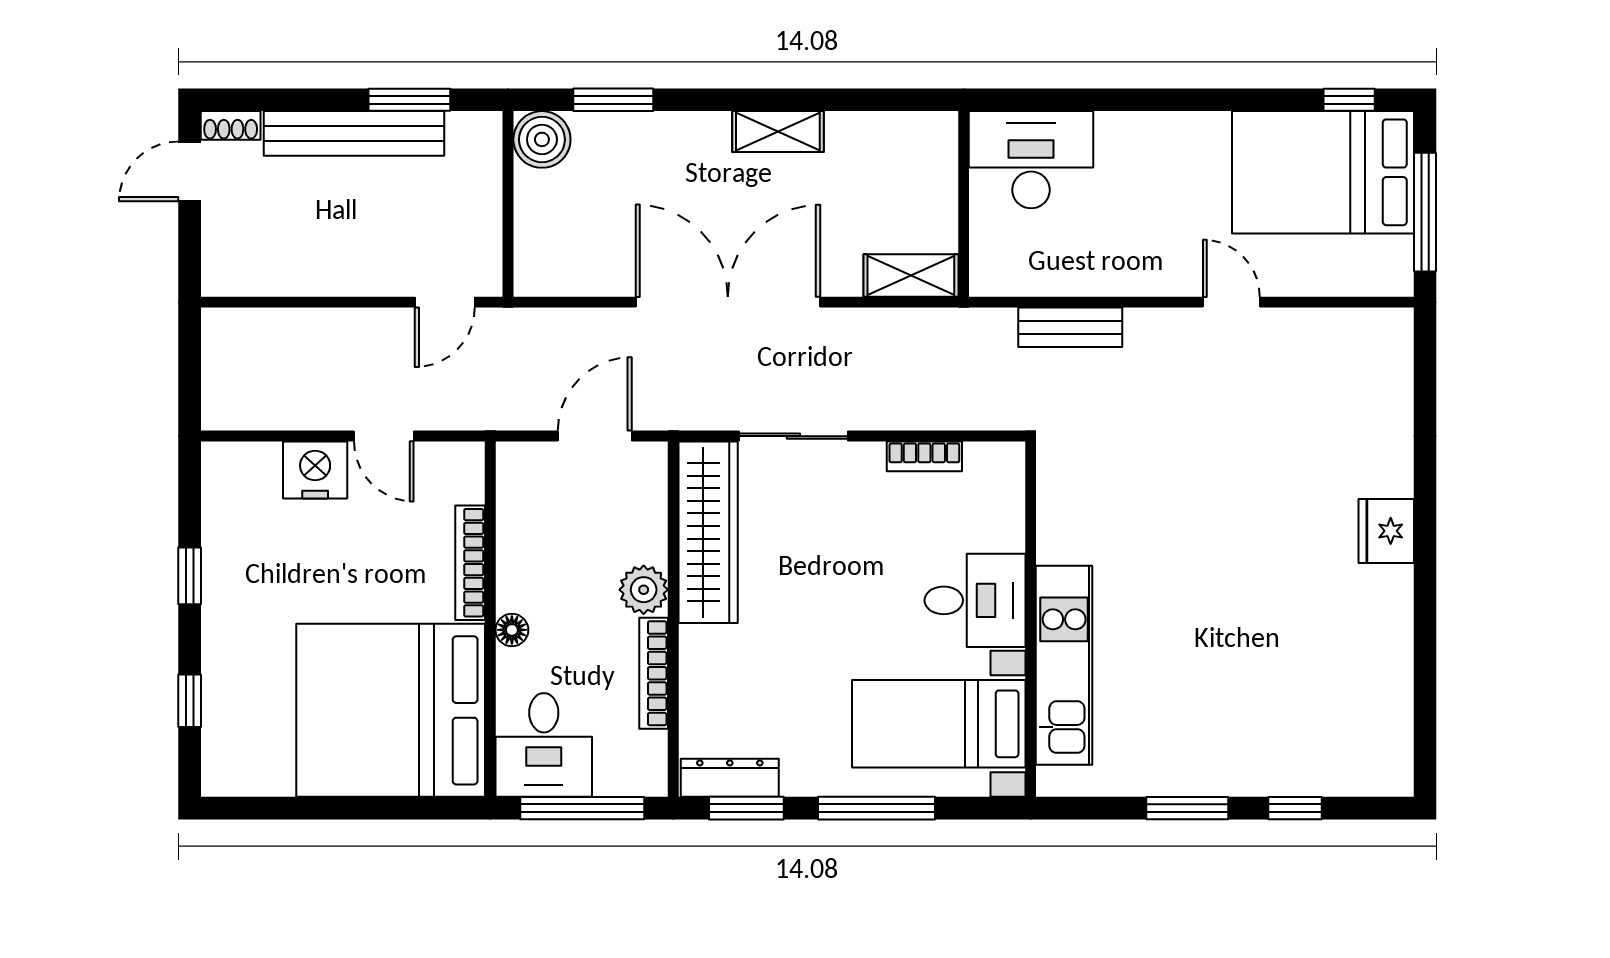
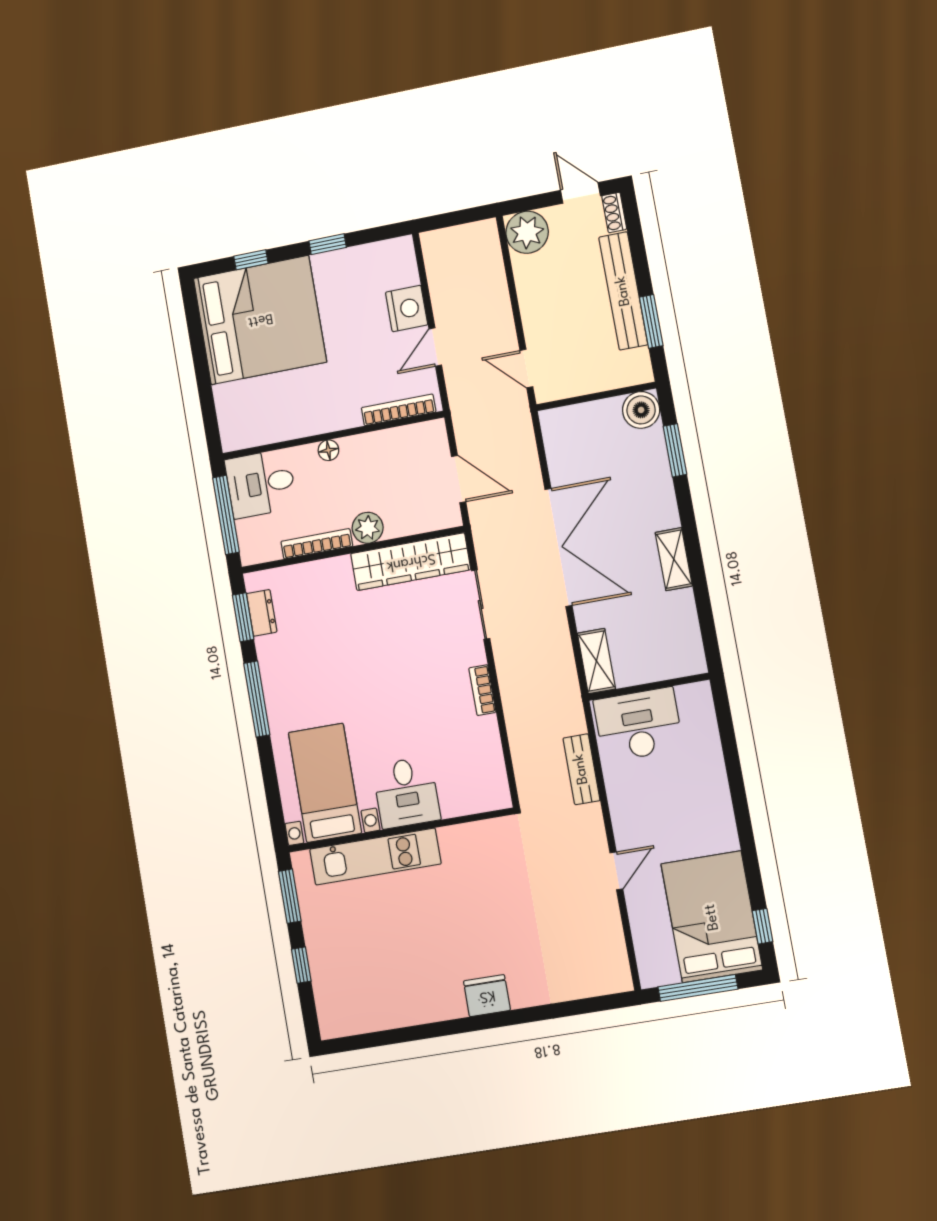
desk: (1031, 160) -> (638, 725), moved, turned -90
plant: (234, 264) -> (527, 232), added
bookcase: (470, 563) -> (399, 410), moved
desk: (975, 600) -> (406, 792), moved
wall: (1031, 619) -> (401, 830), moved
kitchen unit: (1064, 665) -> (375, 857), moved
bed: (391, 710) -> (260, 320), moved, turned 90
bed with nightstands: (939, 724) -> (325, 783), moved
dresser: (730, 778) -> (262, 613), width x0.70

